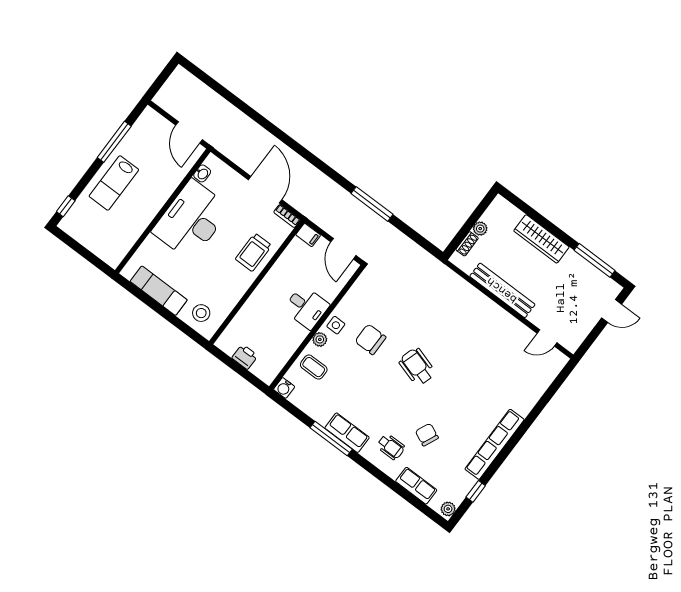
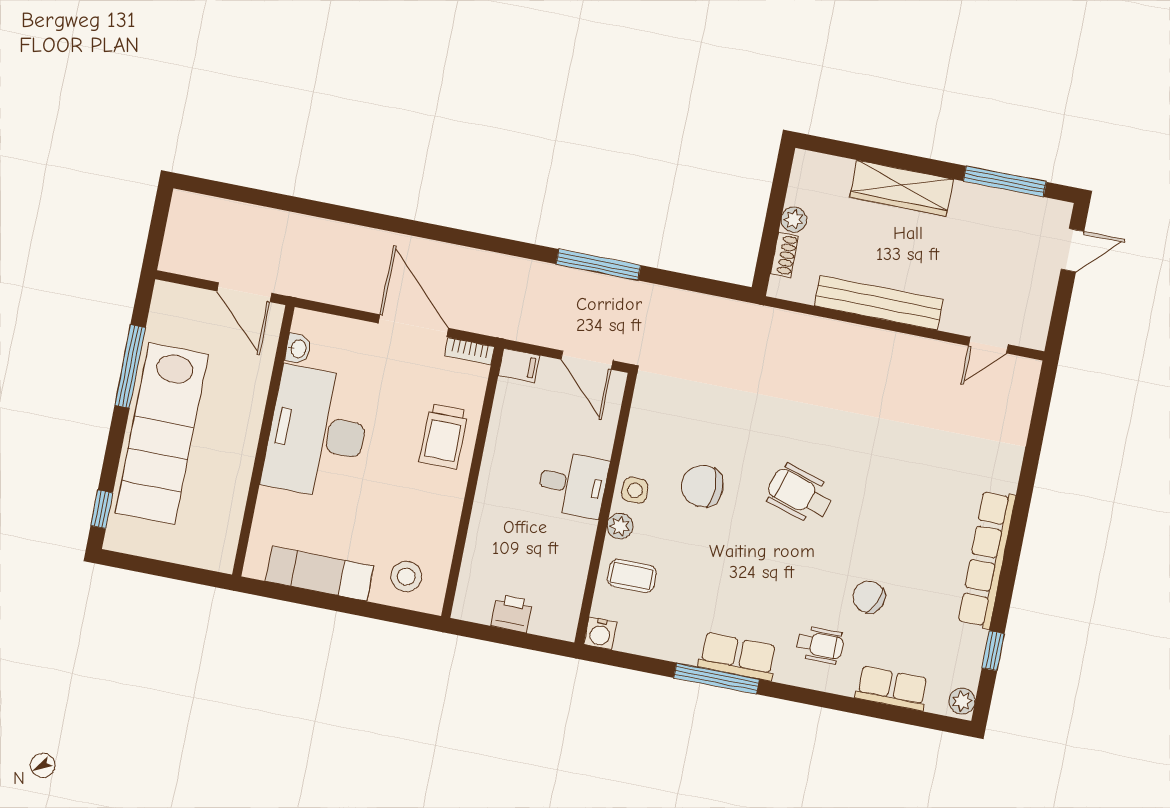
lab bench: (114, 183) -> (162, 434), width x1.86, depth x1.39

